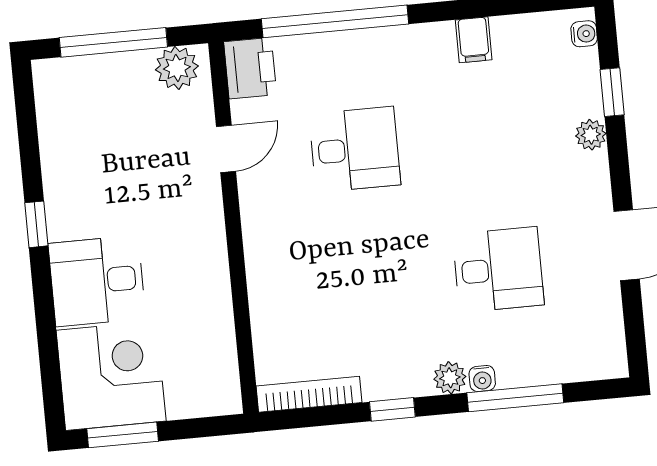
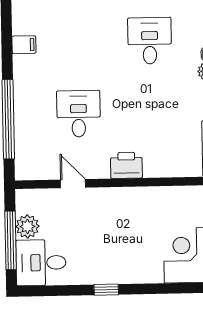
plant: (177, 68) -> (27, 226), moved
printer: (250, 68) -> (126, 165), moved
desk: (97, 281) -> (41, 263), moved, turned 90

